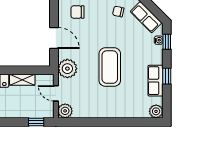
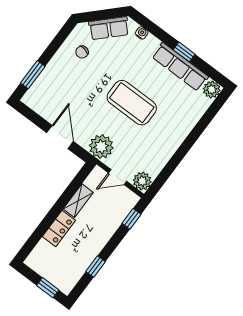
chair: (78, 12) -> (52, 93), removed
door: (54, 38) -> (60, 137), hinge flipped
window: (167, 42) -> (149, 26), removed
row of seats: (155, 81) -> (180, 67), width x1.48

